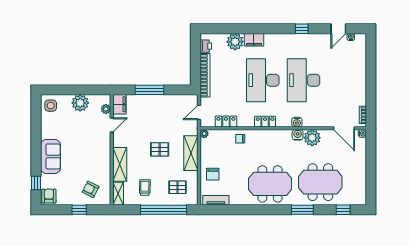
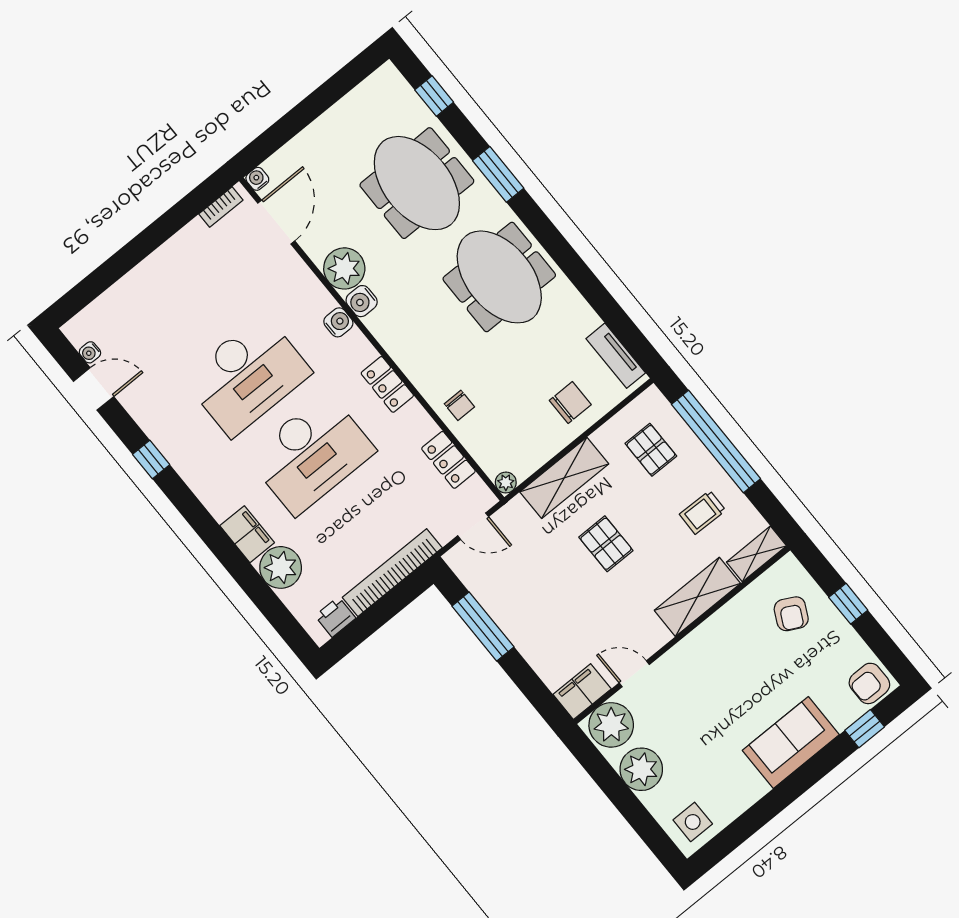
window: (150, 90) -> (483, 626), moved
plant: (106, 109) -> (611, 725), width x1.87, depth x1.87

